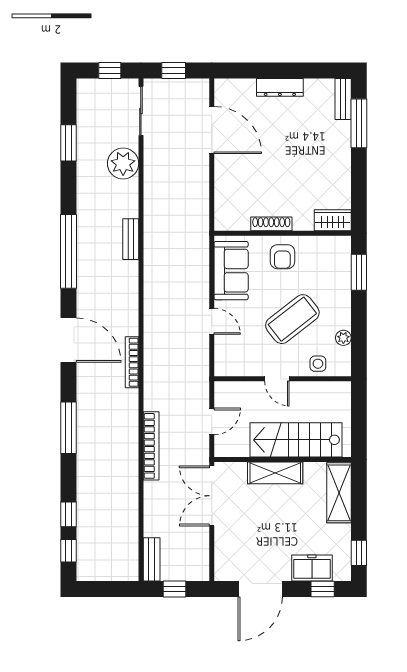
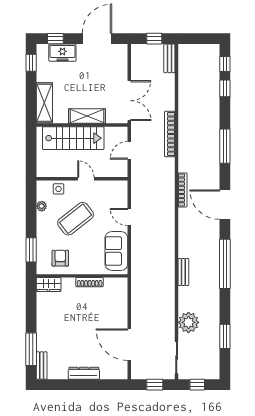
armchair: (282, 257) -> (60, 258), moved

